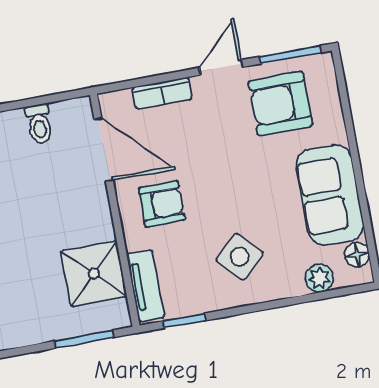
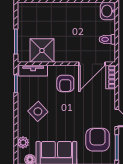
bookcase: (162, 93) -> (111, 77), moved

